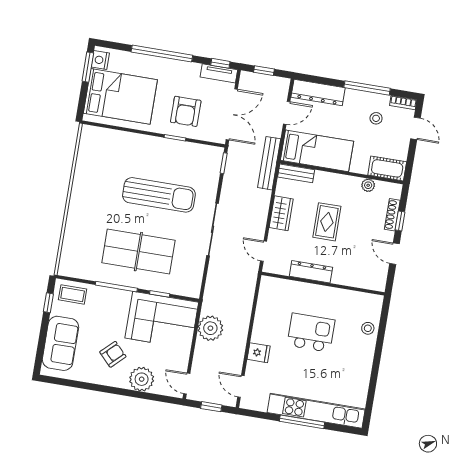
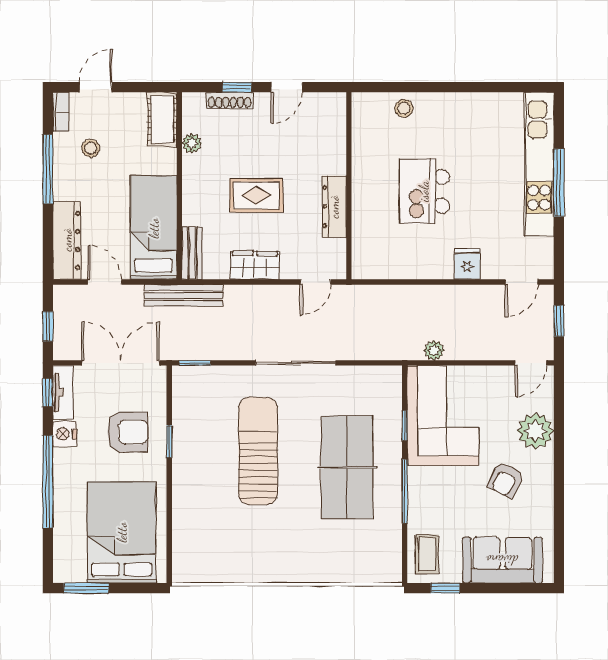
nightstand: (100, 60) -> (65, 434), moved, turned 90
plant: (210, 328) -> (434, 350), width x0.53, depth x0.53
armchair: (113, 354) -> (506, 480), turned -111

